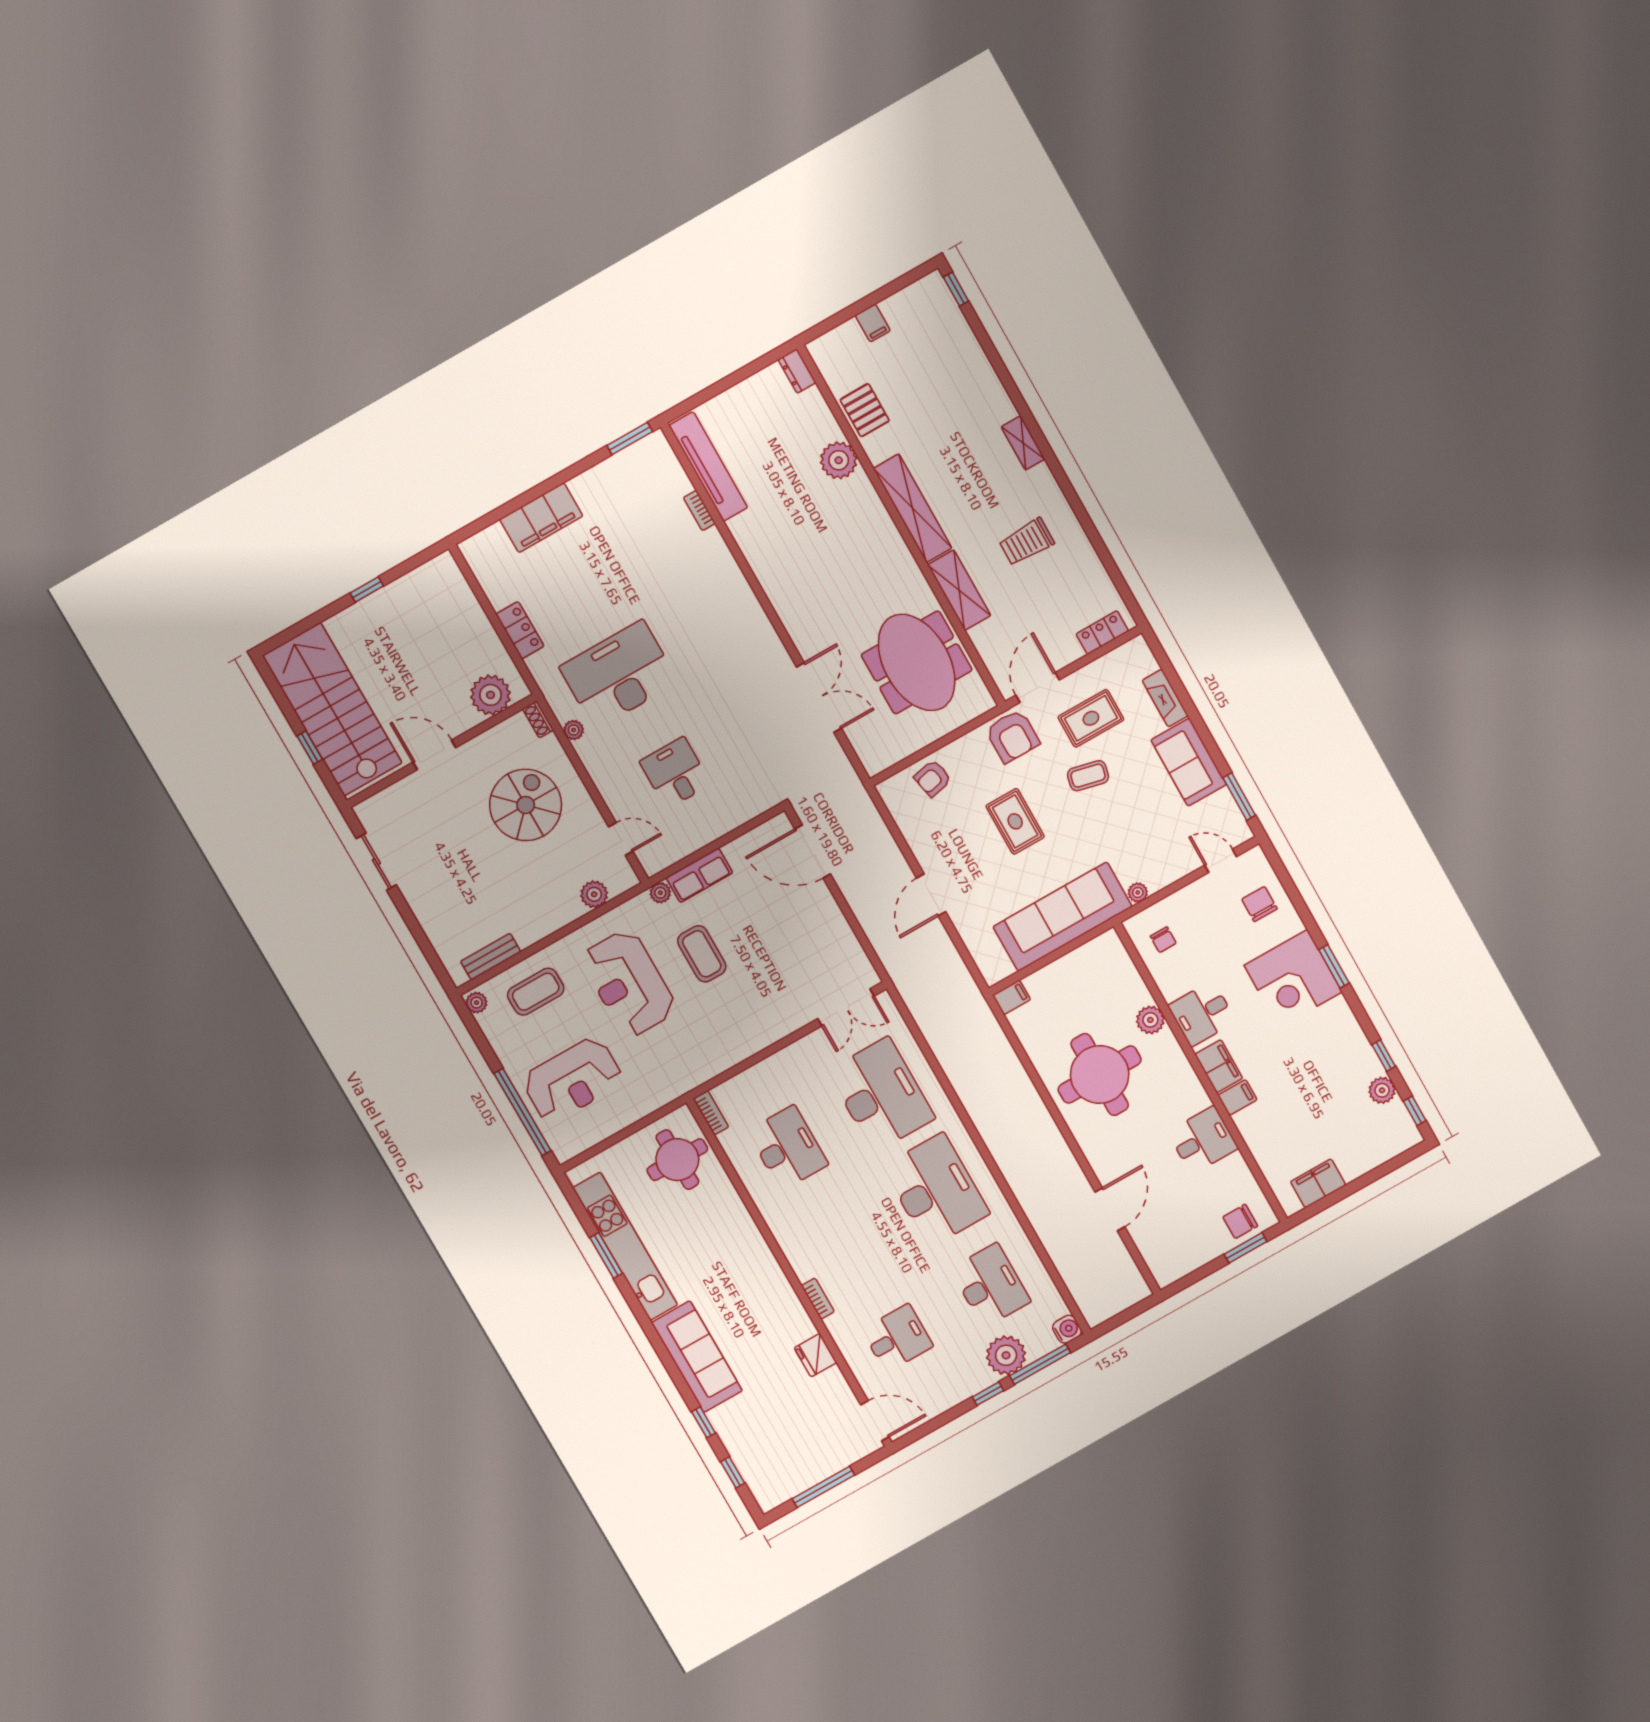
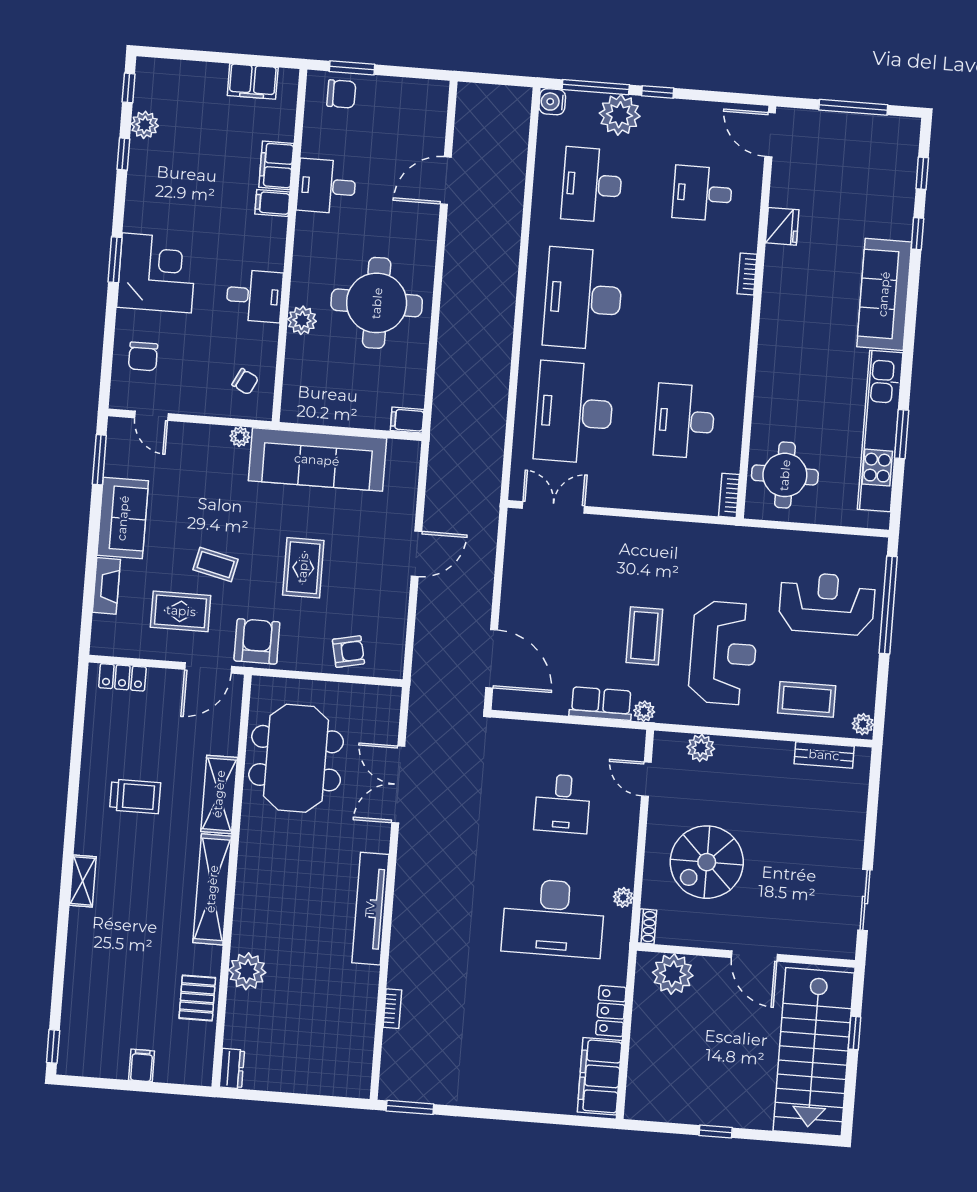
tv unit: (708, 467) -> (370, 909), moved
filing cabinet: (541, 518) -> (600, 1076), moved, turned -90
chair: (1163, 940) -> (245, 382), turned 117
filing cabinet: (1219, 1066) -> (276, 165), moved

